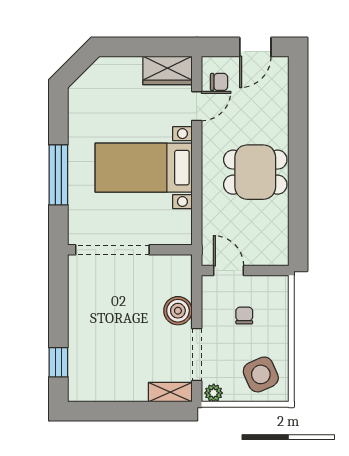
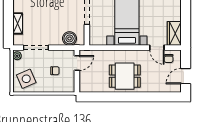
door: (255, 47) -> (186, 76), hinge flipped
dining table: (255, 172) -> (125, 76), turned 90
boiler: (178, 311) -> (70, 38), moved
shelving: (170, 392) -> (18, 23), moved

